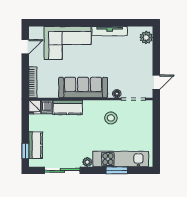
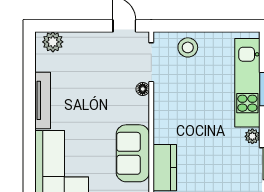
sofa: (83, 87) -> (133, 153), width x0.73
stool: (111, 118) -> (188, 47), moved

